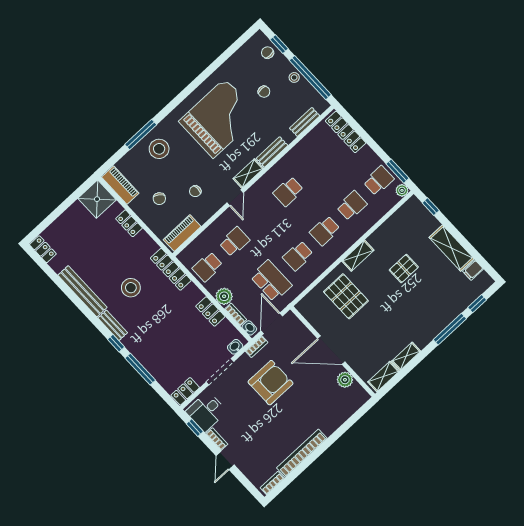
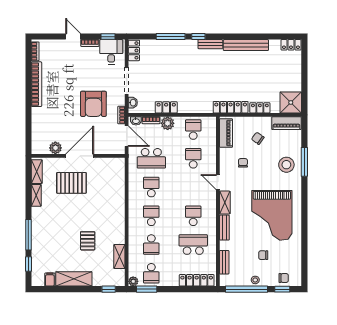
school desk: (315, 166) -> (193, 245), added
school desk: (234, 242) -> (193, 158), turned 180
shelving: (358, 256) -> (119, 256), moved
locker: (171, 269) -> (231, 107), moved
stool: (131, 288) -> (222, 75), removed
pallet: (346, 296) -> (71, 183), moved

